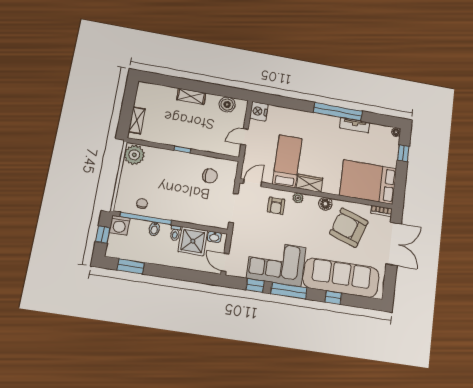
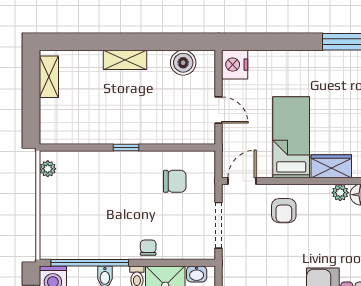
shelving: (137, 120) -> (49, 77), moved
door: (245, 137) -> (219, 110), swing flipped
plant: (134, 155) -> (48, 169), width x0.53, depth x0.53
plant: (298, 198) -> (340, 193), moved
chair: (142, 204) -> (148, 248), moved

